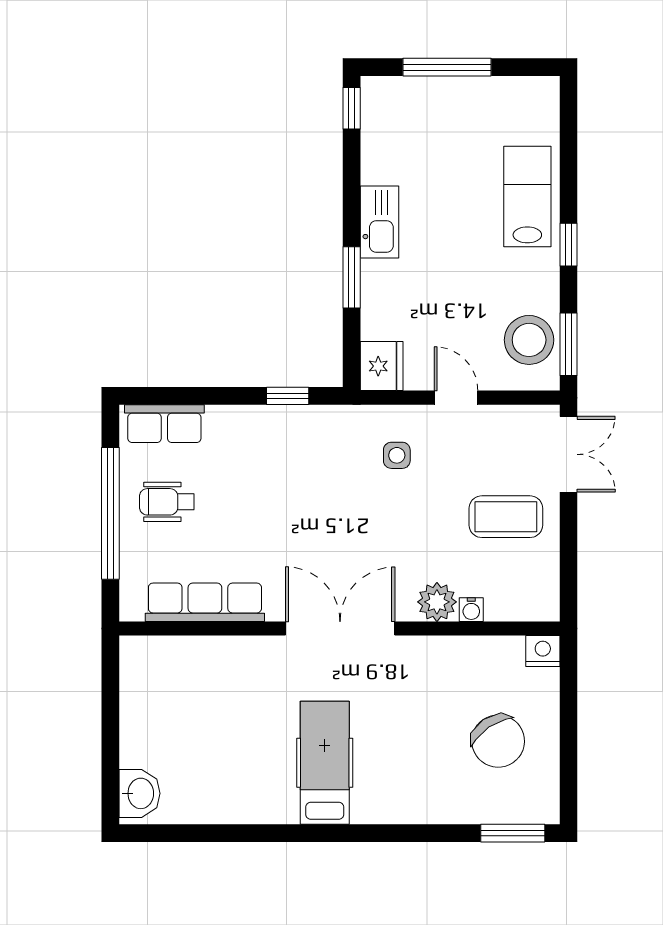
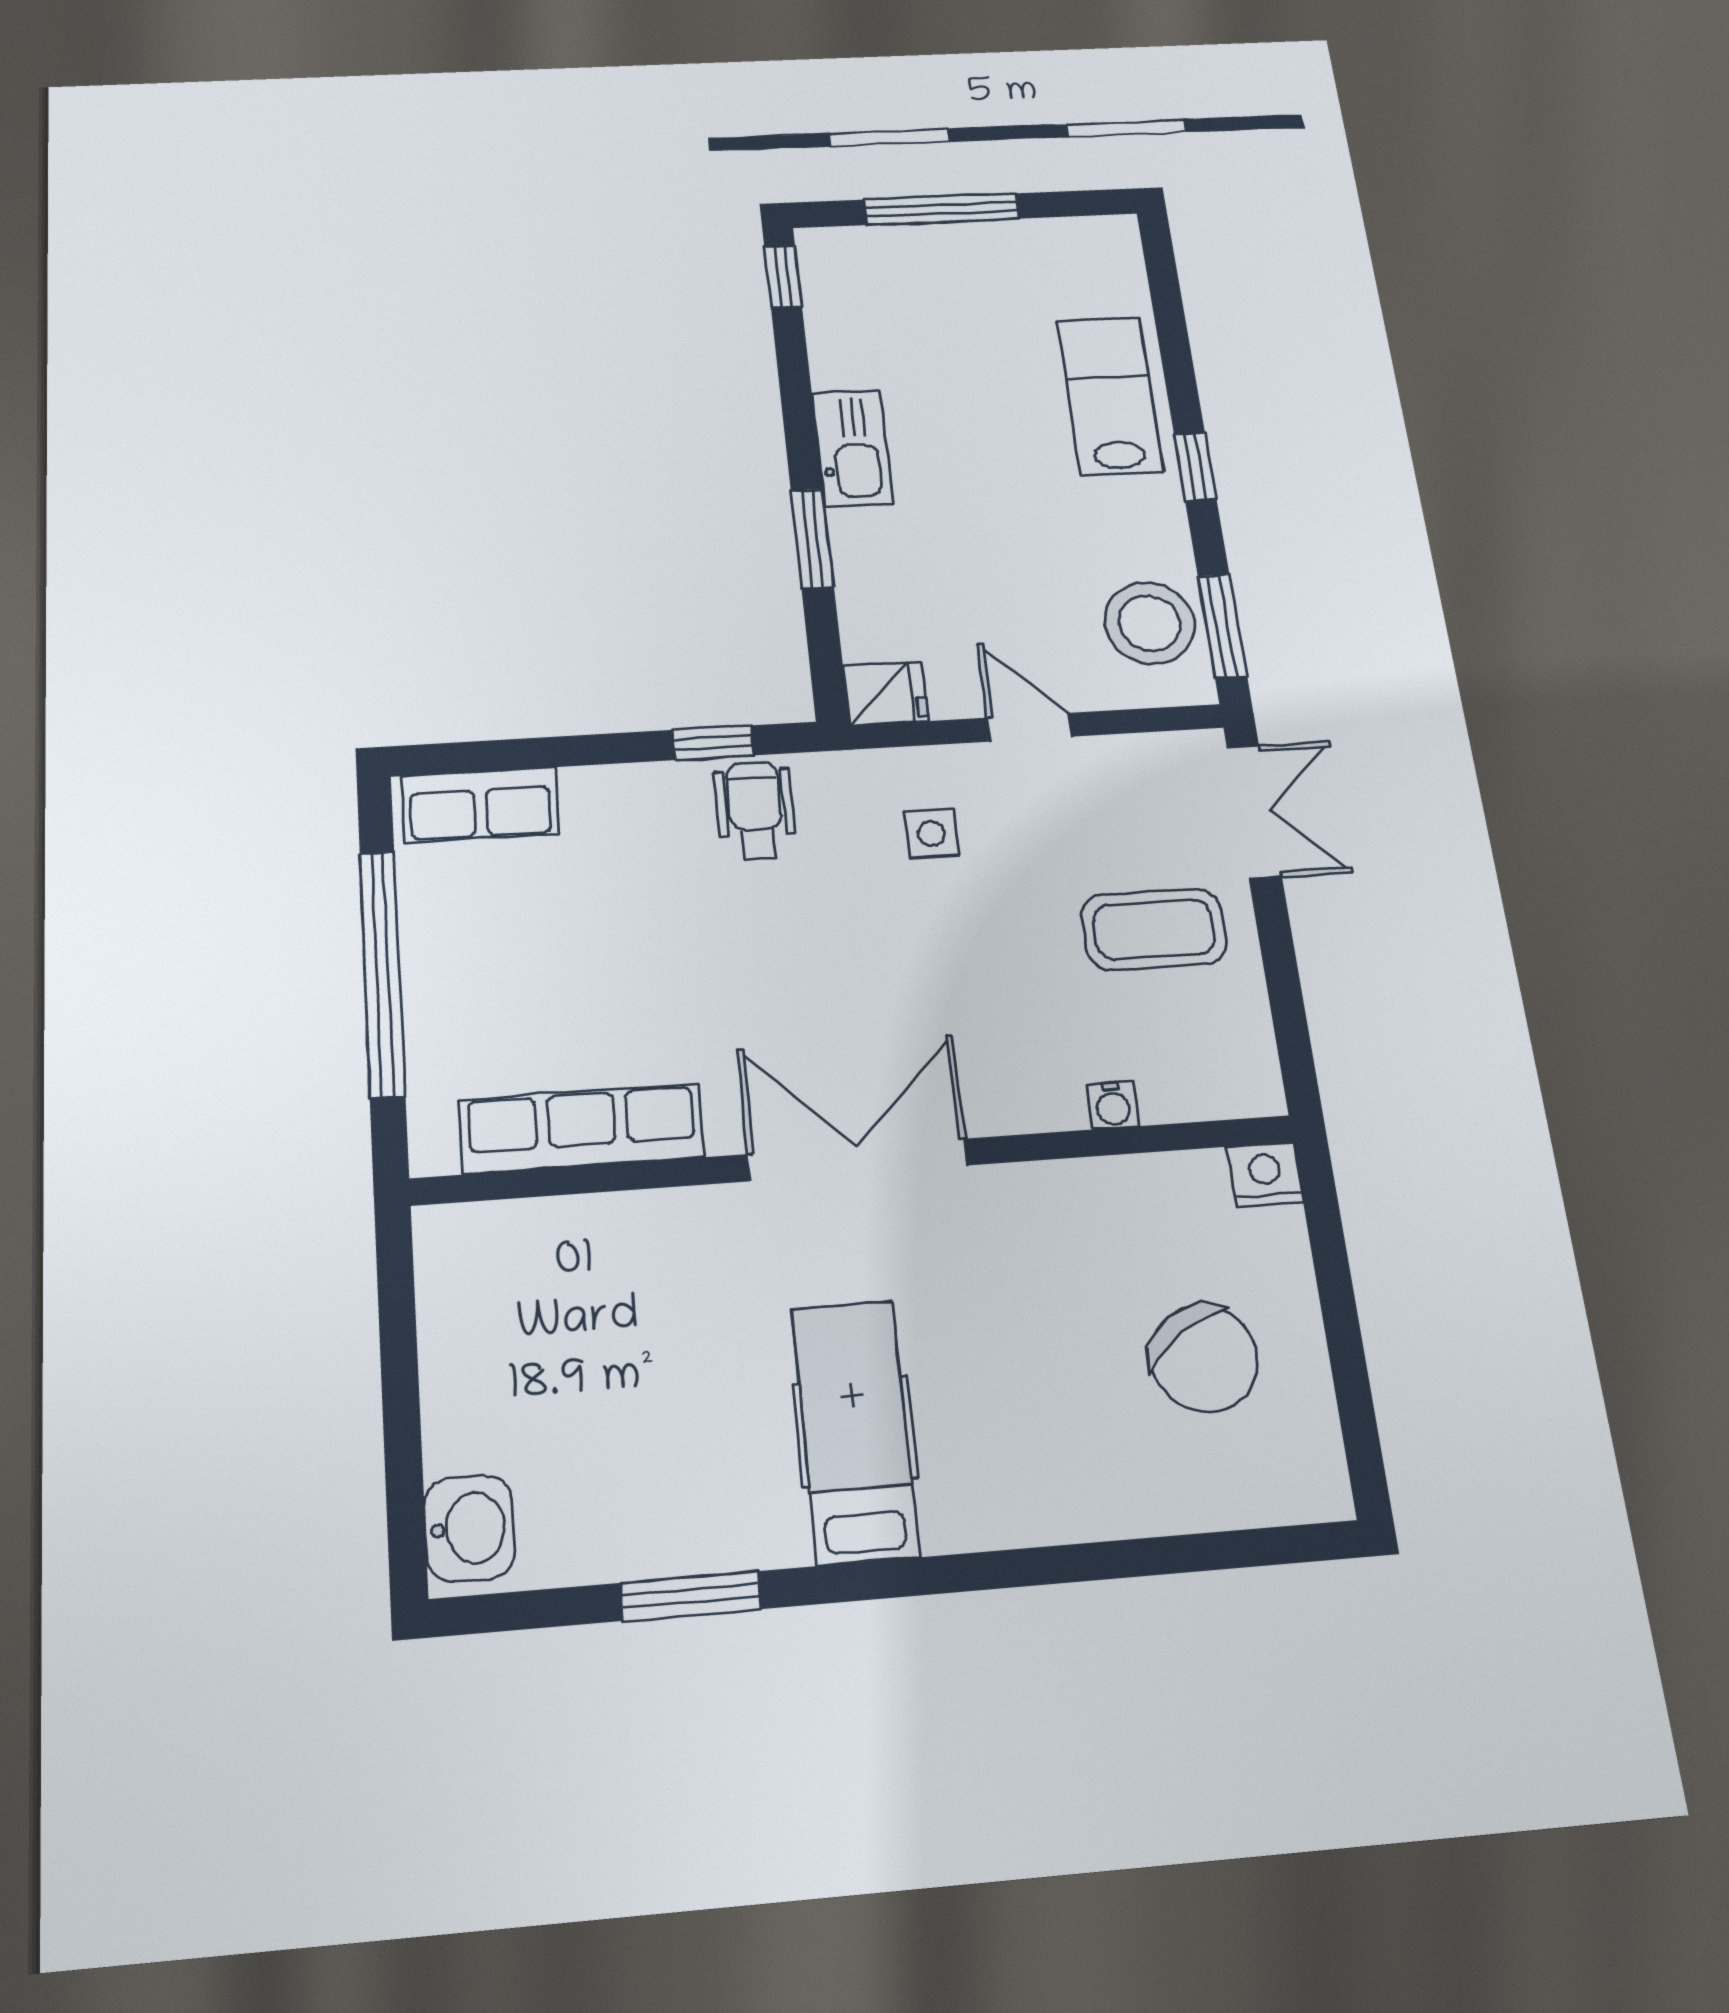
fridge: (382, 366) -> (886, 693), width x0.72
wheelchair: (167, 502) -> (755, 810), moved, turned 90
plant: (437, 602) -> (1043, 1095), removed
window: (513, 833) -> (691, 1596), moved

